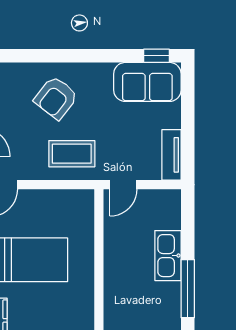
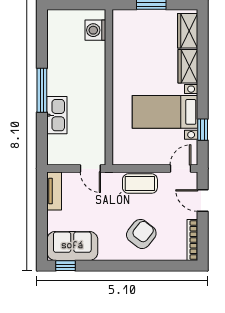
coffee table: (72, 154) -> (140, 184), moved
door: (123, 185) -> (90, 169), swing flipped

